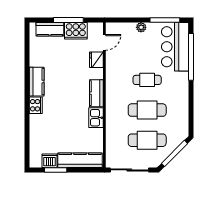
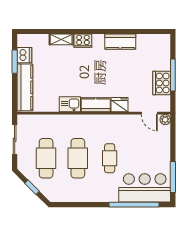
plant: (141, 27) -> (165, 120), moved
kitchen counter: (50, 29) -> (163, 56), removed
fridge: (96, 60) -> (119, 105), moved
kitchen counter: (37, 82) -> (120, 42), moved
shelving: (35, 126) -> (61, 39), added
window: (175, 153) -> (32, 187), width x0.46
sliding door: (129, 170) -> (15, 140), width x0.73

